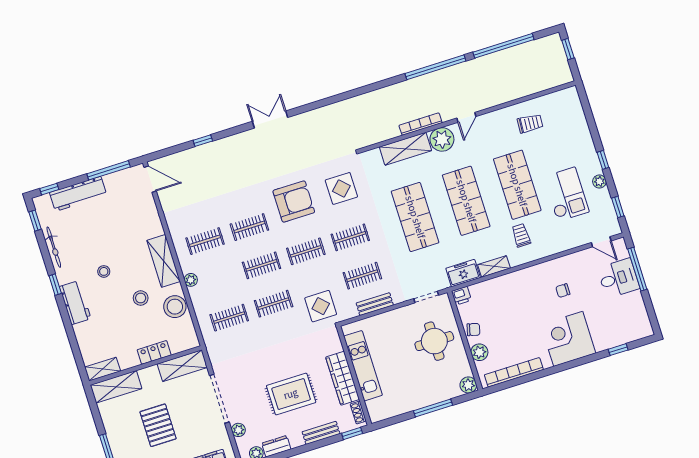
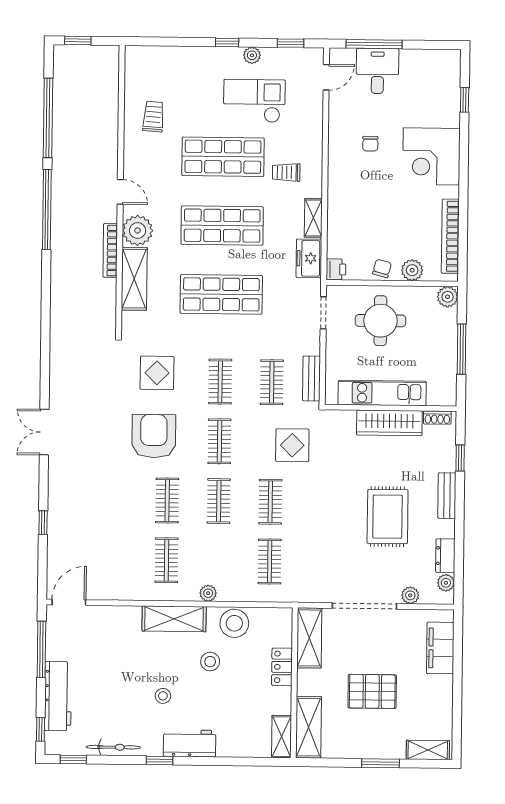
kitchen unit: (363, 366) -> (382, 393), moved
wall: (354, 376) -> (391, 408), moved
wardrobe: (343, 378) -> (389, 423), moved
shoe rack: (358, 413) -> (437, 418), moved

